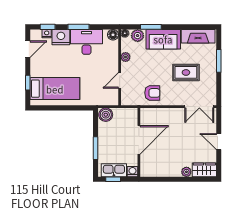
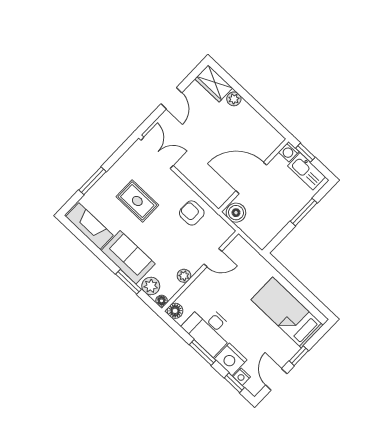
door: (28, 49) -> (276, 379), hinge flipped
window: (28, 83) -> (299, 356), moved
boiler: (106, 115) -> (236, 213), moved
window: (113, 179) -> (305, 153), moved

